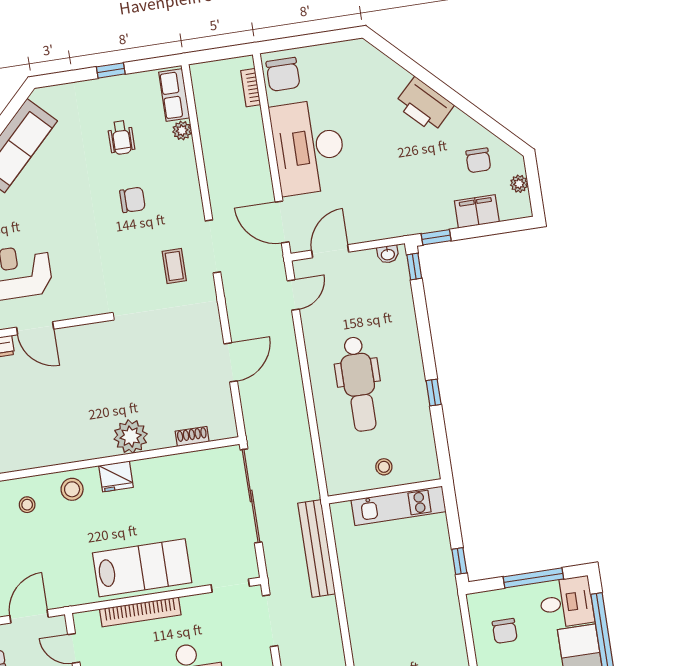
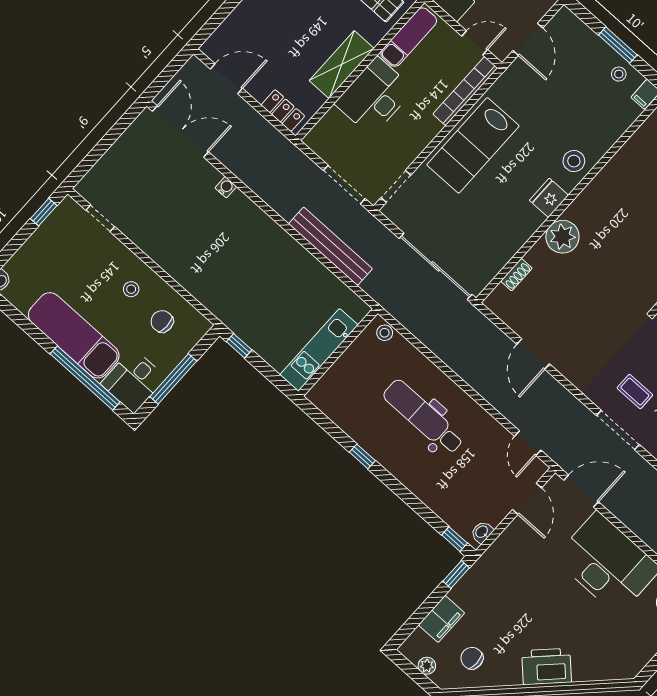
stool: (384, 467) -> (385, 333), moved
stool: (27, 505) -> (598, 122), removed
bench: (317, 548) -> (330, 246), moved
bookcase: (140, 612) -> (465, 91), moved

